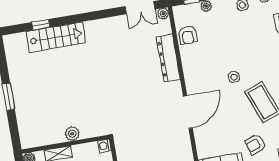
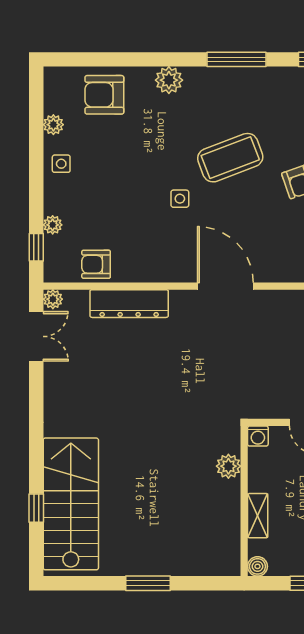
armchair: (188, 35) -> (96, 264), turned 180
stairs: (56, 37) -> (71, 504), width x1.36, depth x1.51
plant: (72, 134) -> (228, 466), moved

